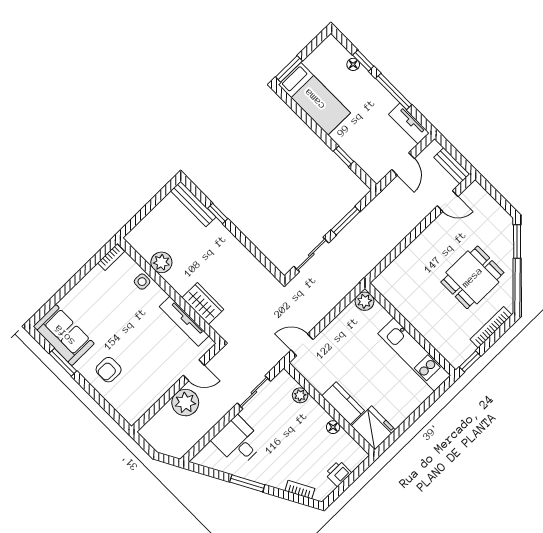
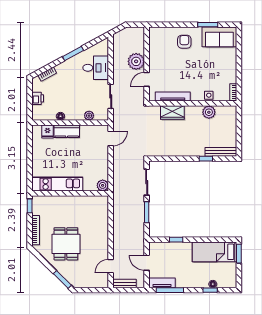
window: (394, 92) -> (170, 290), moved
fridge: (373, 428) -> (47, 132), width x0.53, depth x0.75

